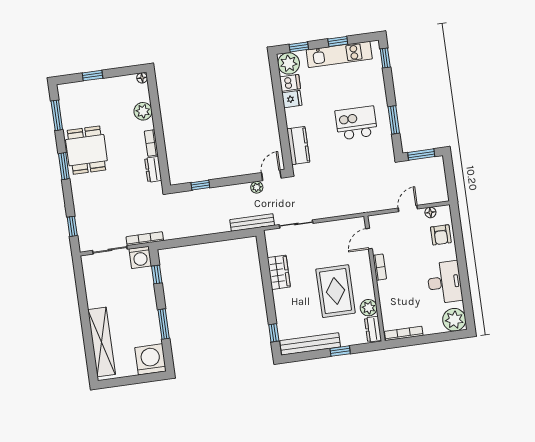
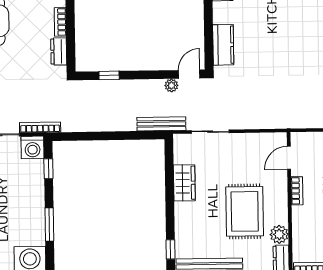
kitchen island: (356, 123) -> (290, 28), removed

